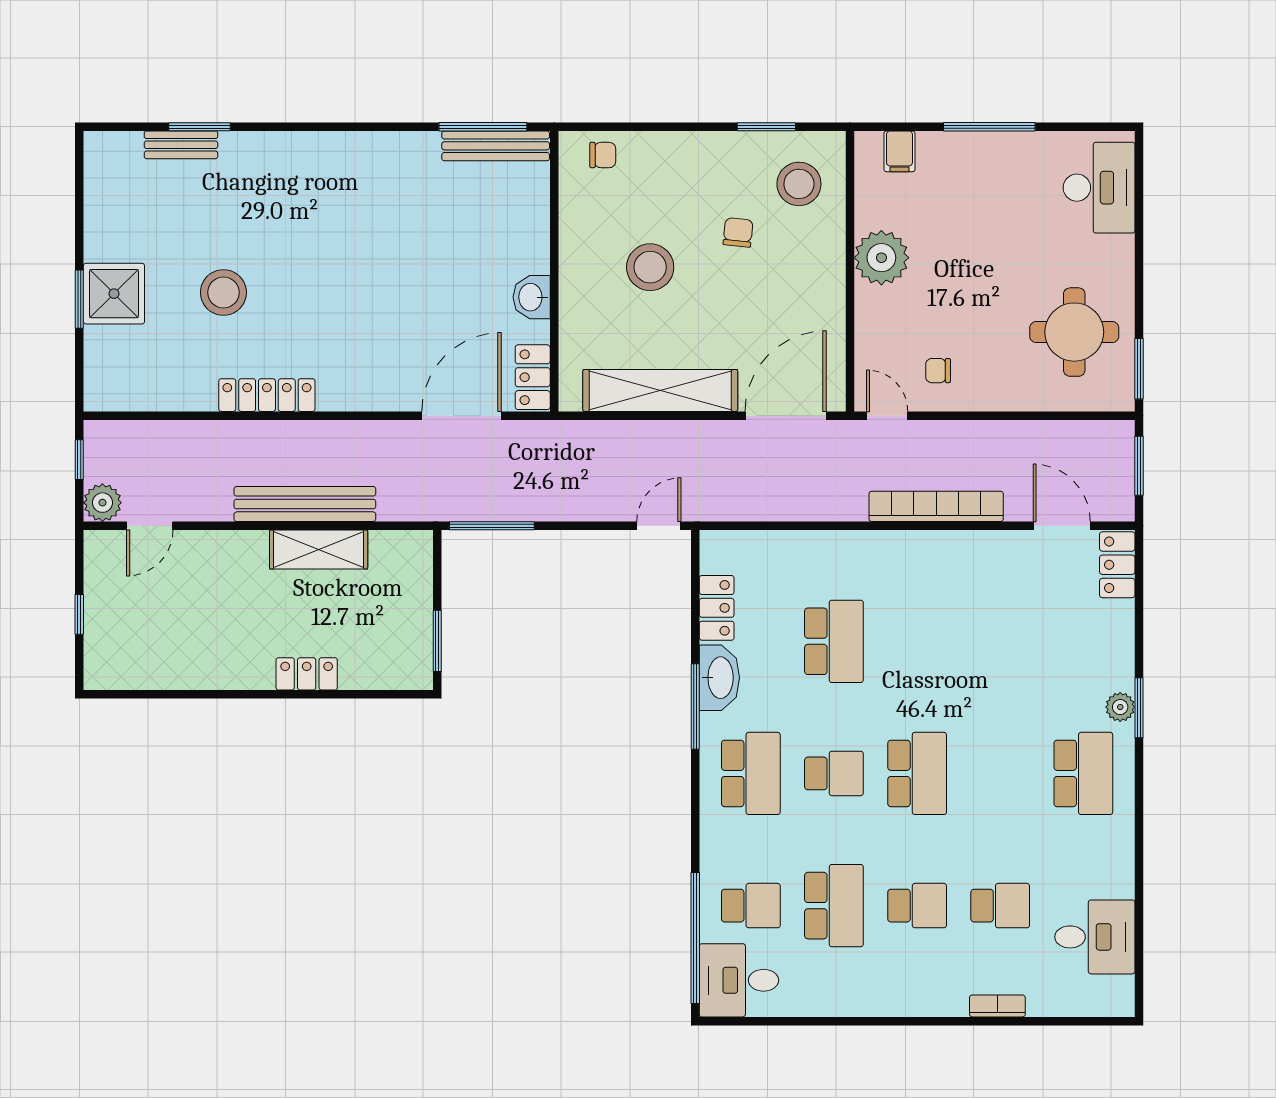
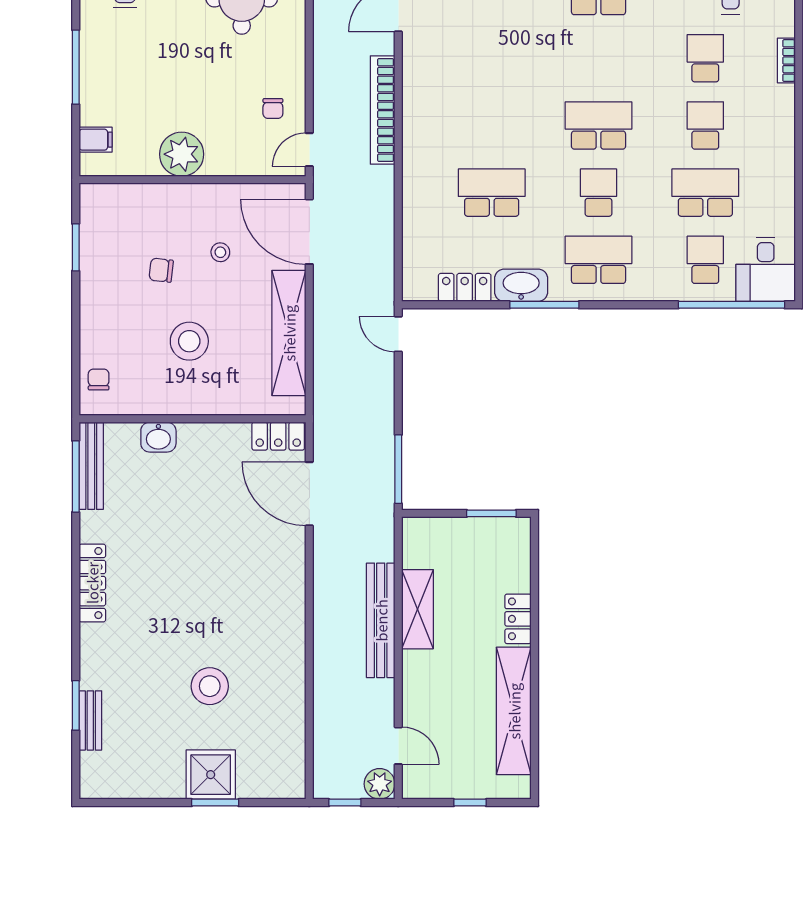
stool: (799, 184) -> (220, 252), moved, width x0.53, depth x0.53
washbasin: (532, 297) -> (158, 437), moved
locker: (267, 395) -> (92, 583), moved, turned 180
shelving: (193, 669) -> (514, 711), added

